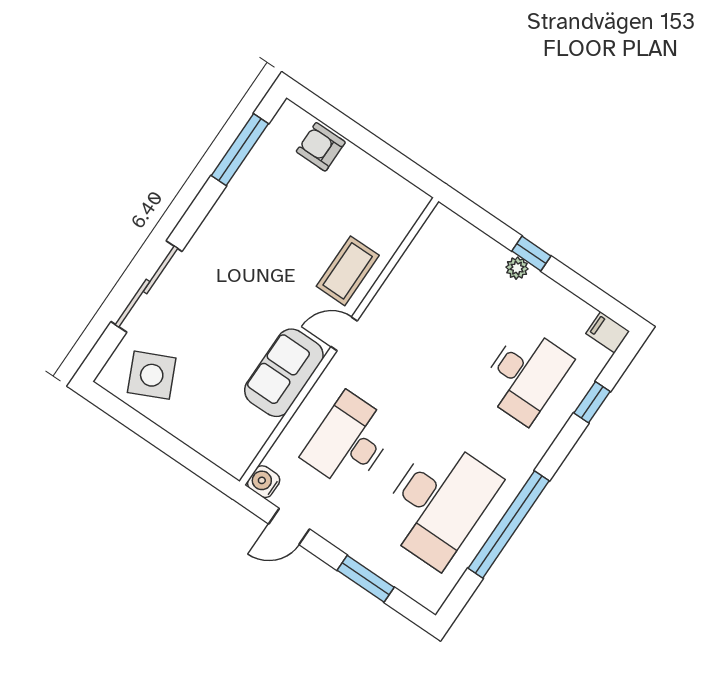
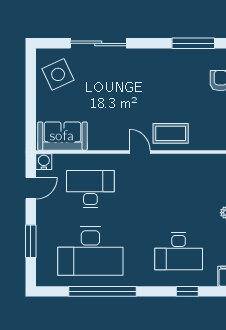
sofa: (284, 373) -> (62, 136), moved
door: (289, 526) -> (31, 188), swing flipped

